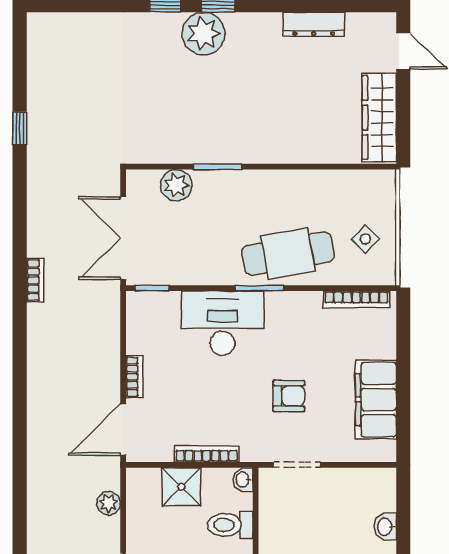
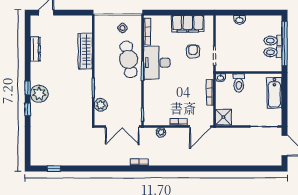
wardrobe: (379, 118) -> (85, 51), moved, turned 90
window: (20, 128) -> (54, 169), moved
desk: (223, 323) -> (157, 63), moved
armchair: (289, 396) -> (193, 51), moved
door: (123, 429) -> (200, 126), hinge flipped
shower: (181, 487) -> (223, 117), moved
plant: (109, 503) -> (161, 132), moved

